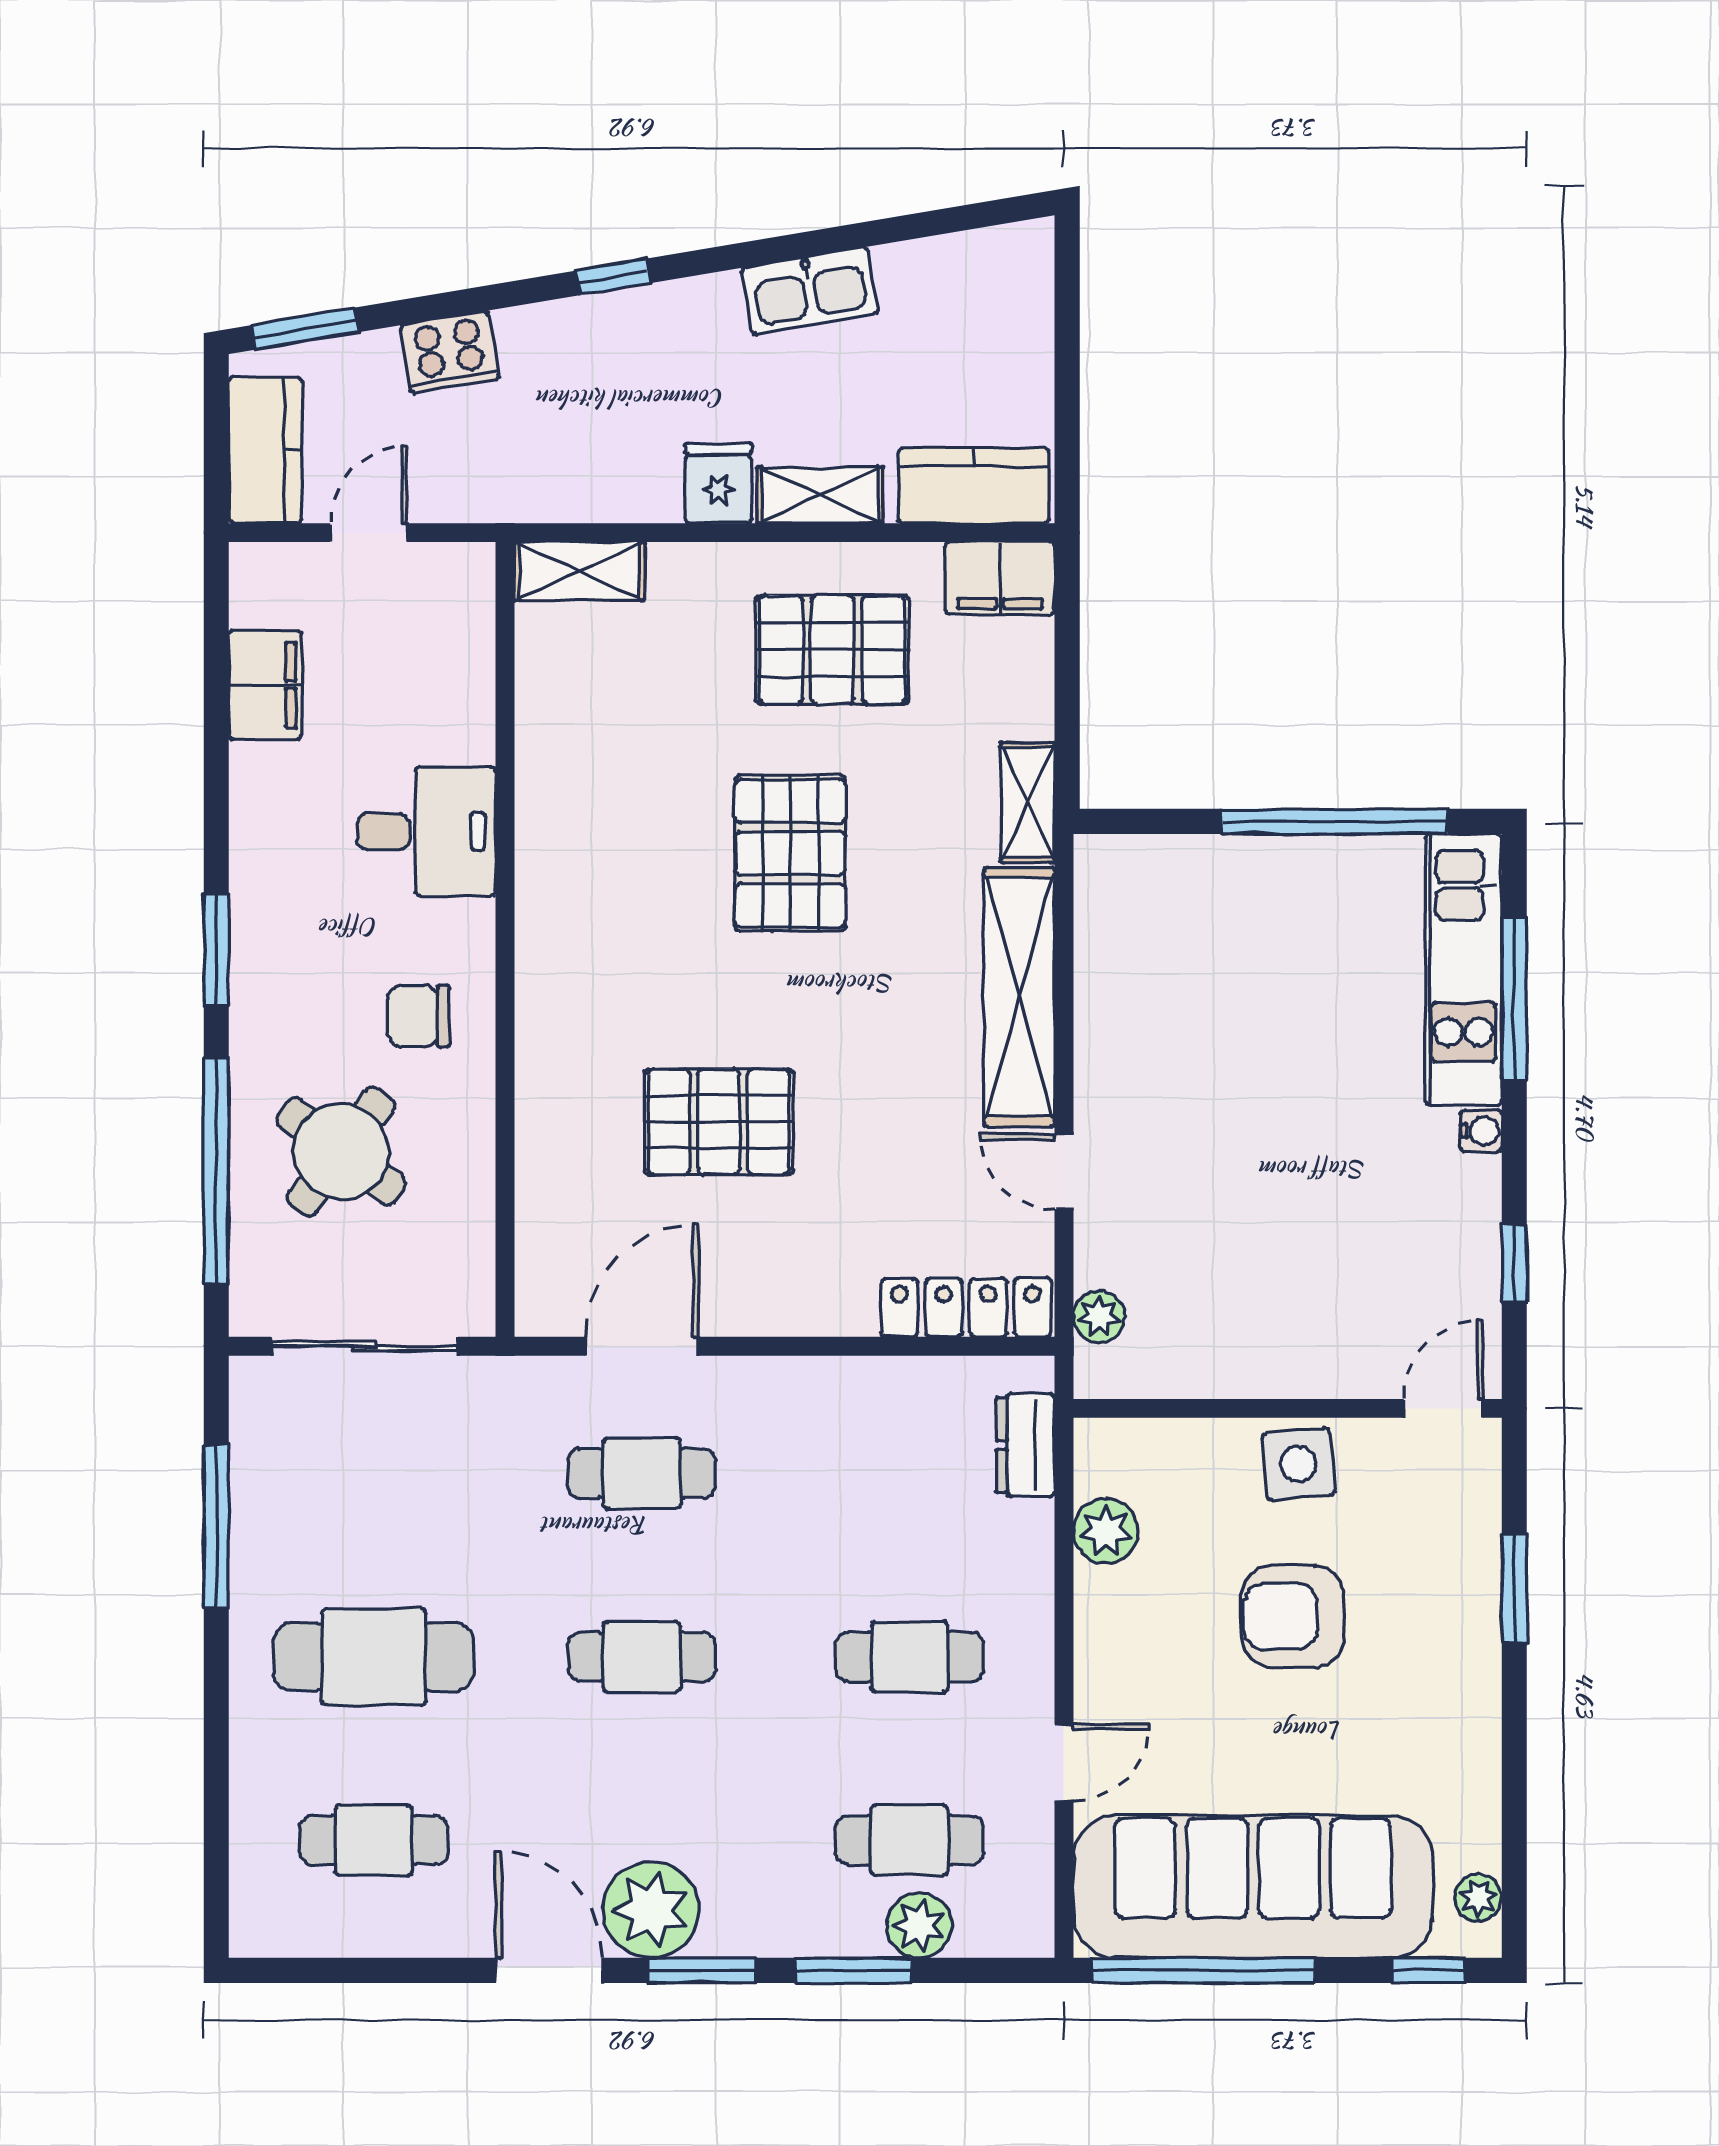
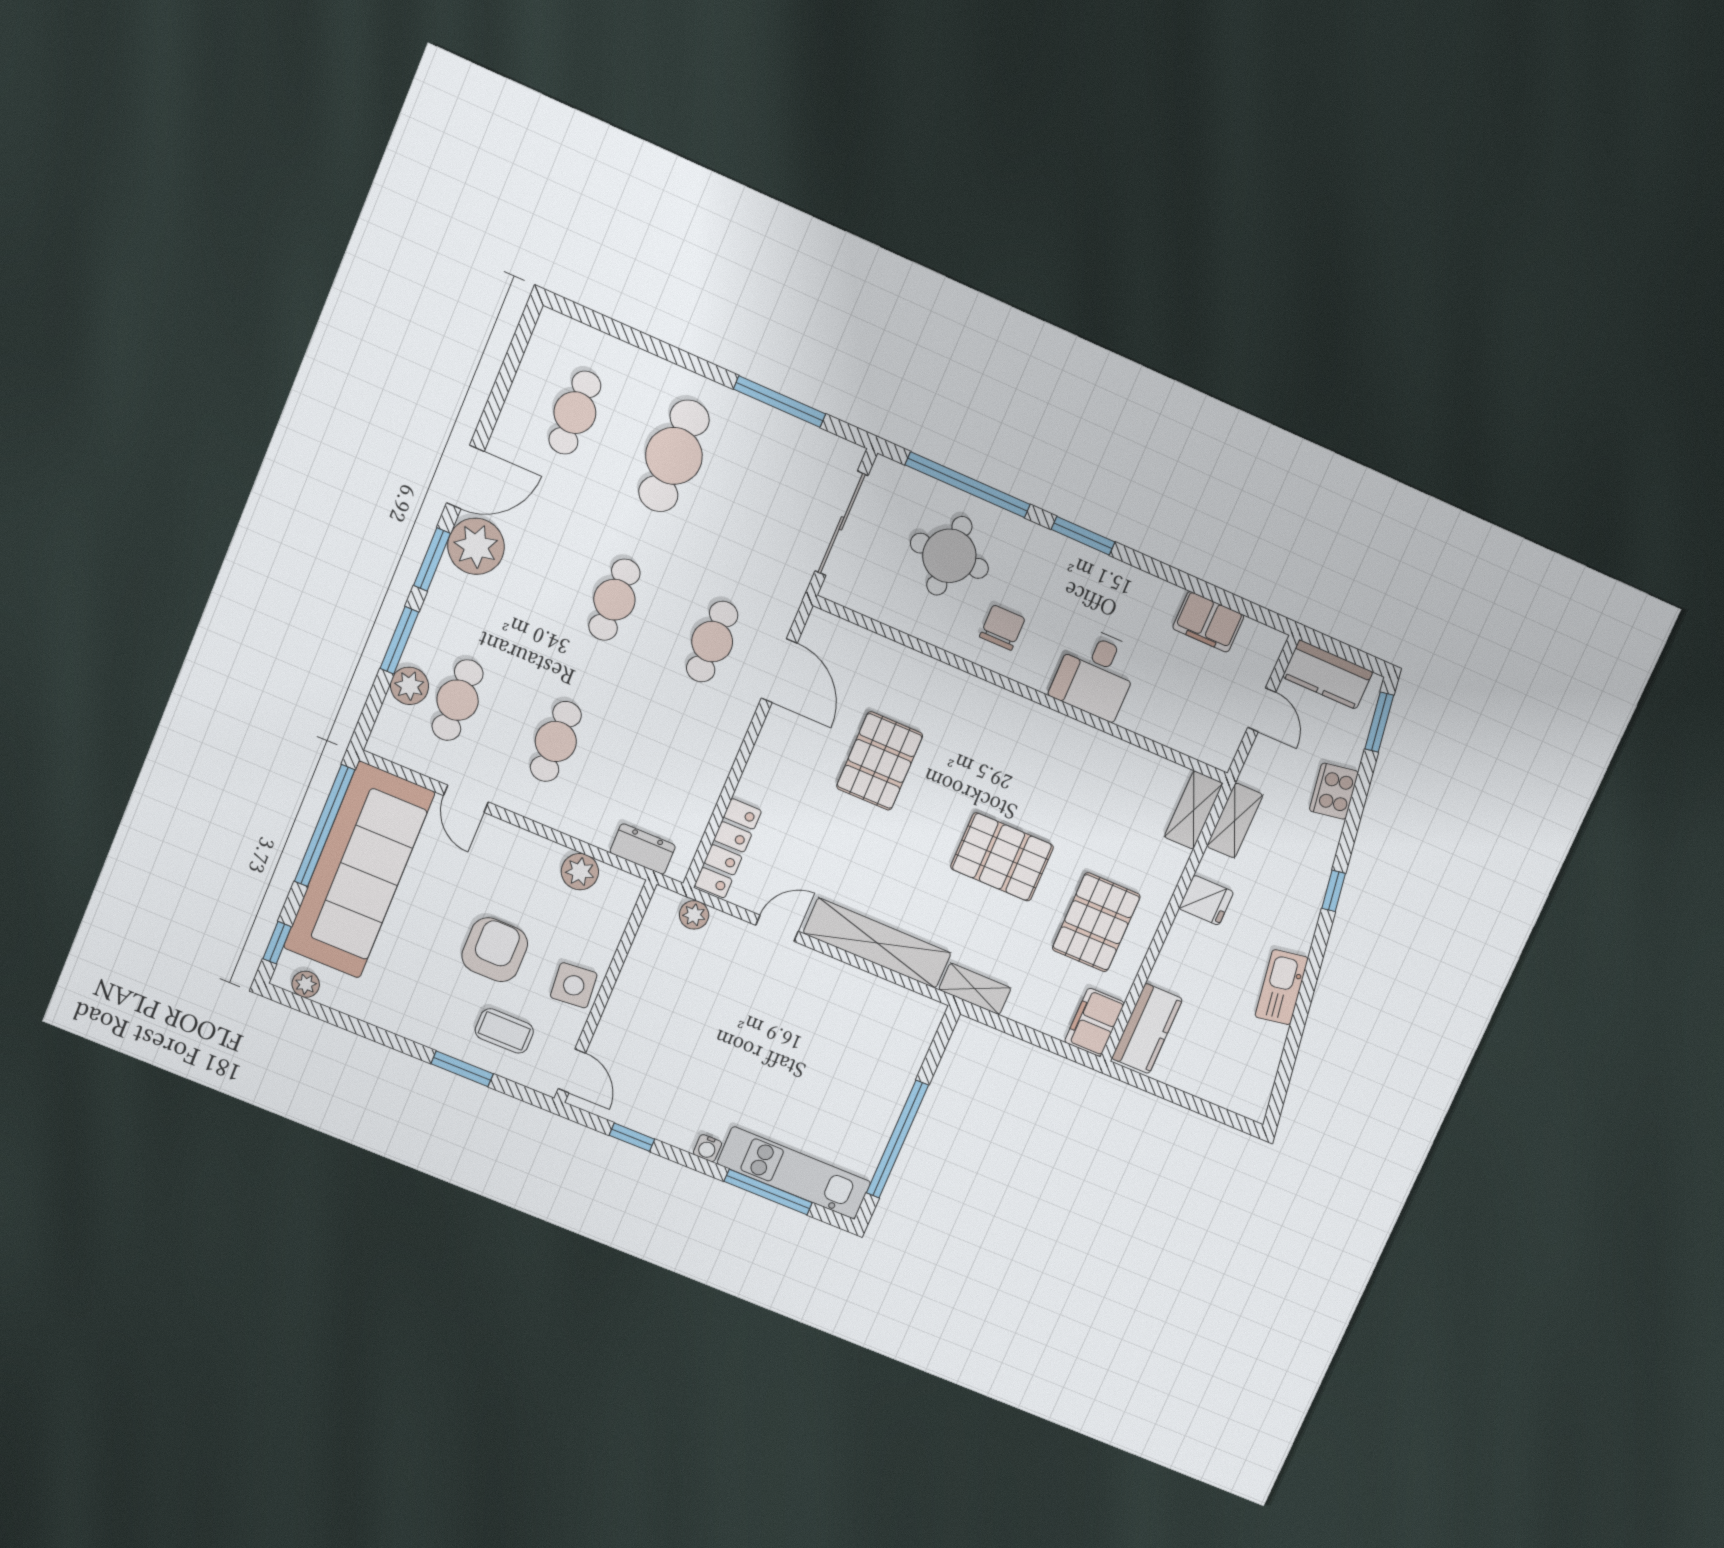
shelving: (820, 495) -> (1235, 821), moved
round table: (341, 1151) -> (949, 556), turned -37
coffee table: (1422, 1546) -> (504, 1031), added

